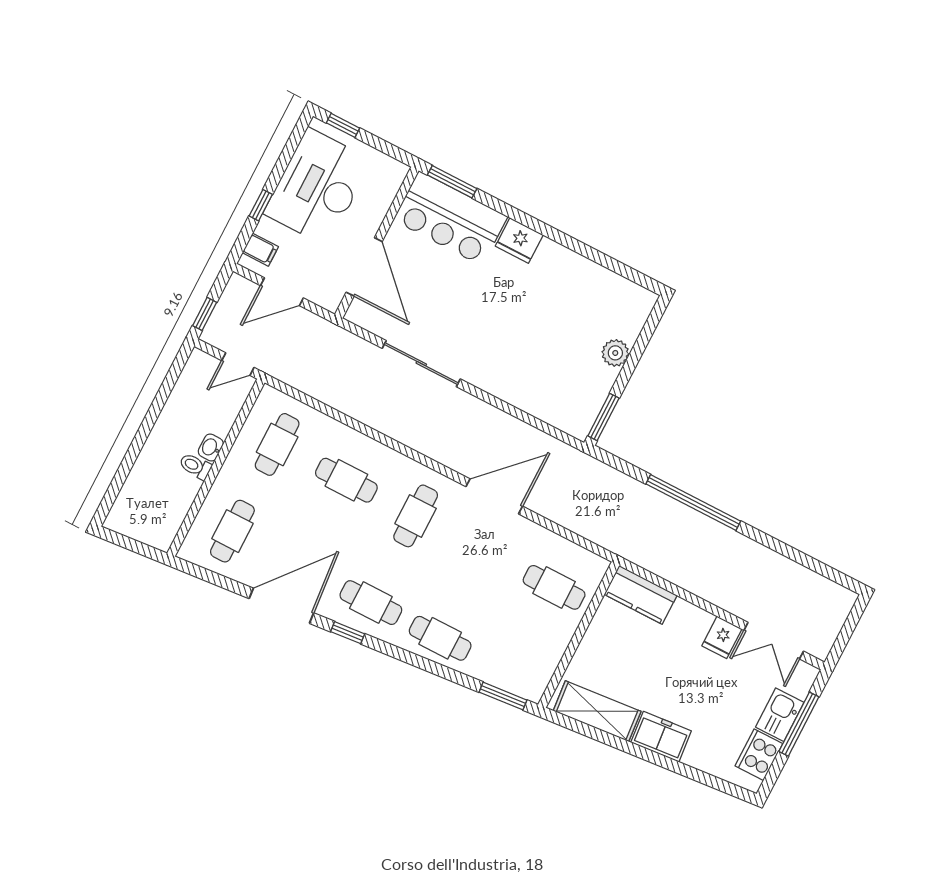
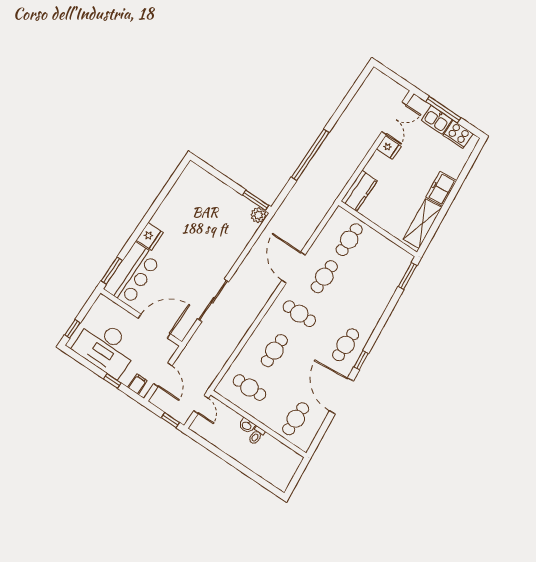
plant: (615, 353) -> (258, 215), moved
cafe table: (232, 531) -> (296, 419), turned 90
cafe table: (440, 638) -> (324, 277), moved

